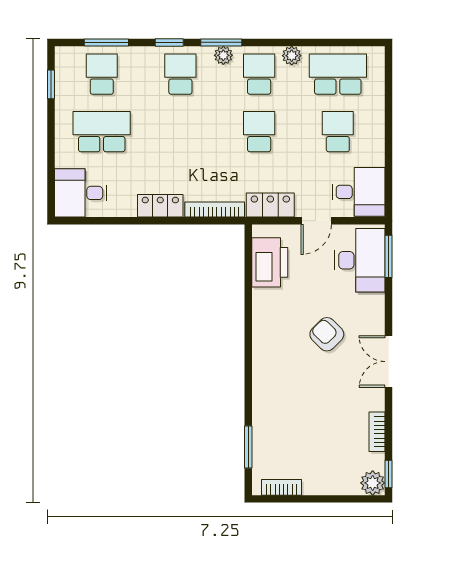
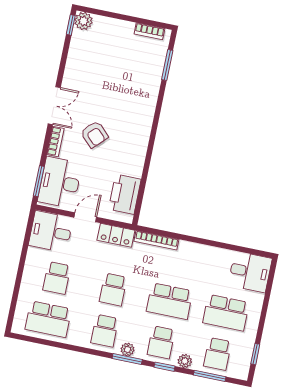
plant: (292, 56) -> (185, 361), moved
school desk: (180, 132) -> (170, 301), added
locker: (160, 206) -> (195, 251), removed
bookcase: (377, 432) -> (55, 141), moved

